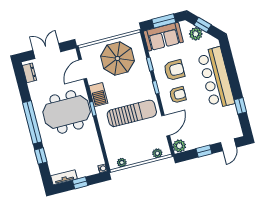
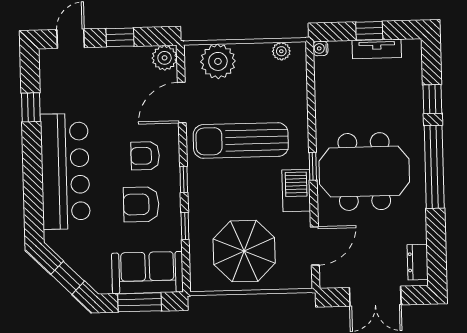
plant: (196, 34) -> (84, 264), removed
plant: (157, 153) -> (218, 61), width x1.87, depth x1.87
tv unit: (64, 177) -> (377, 49), moved

